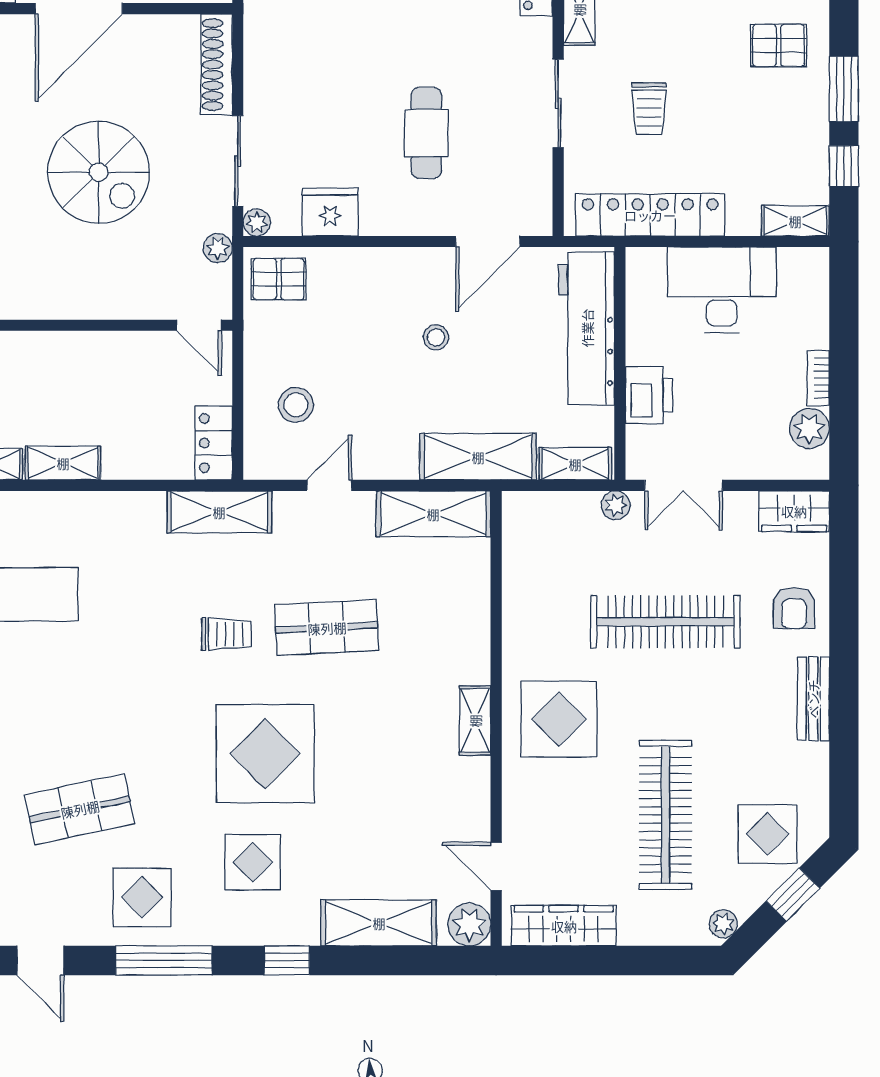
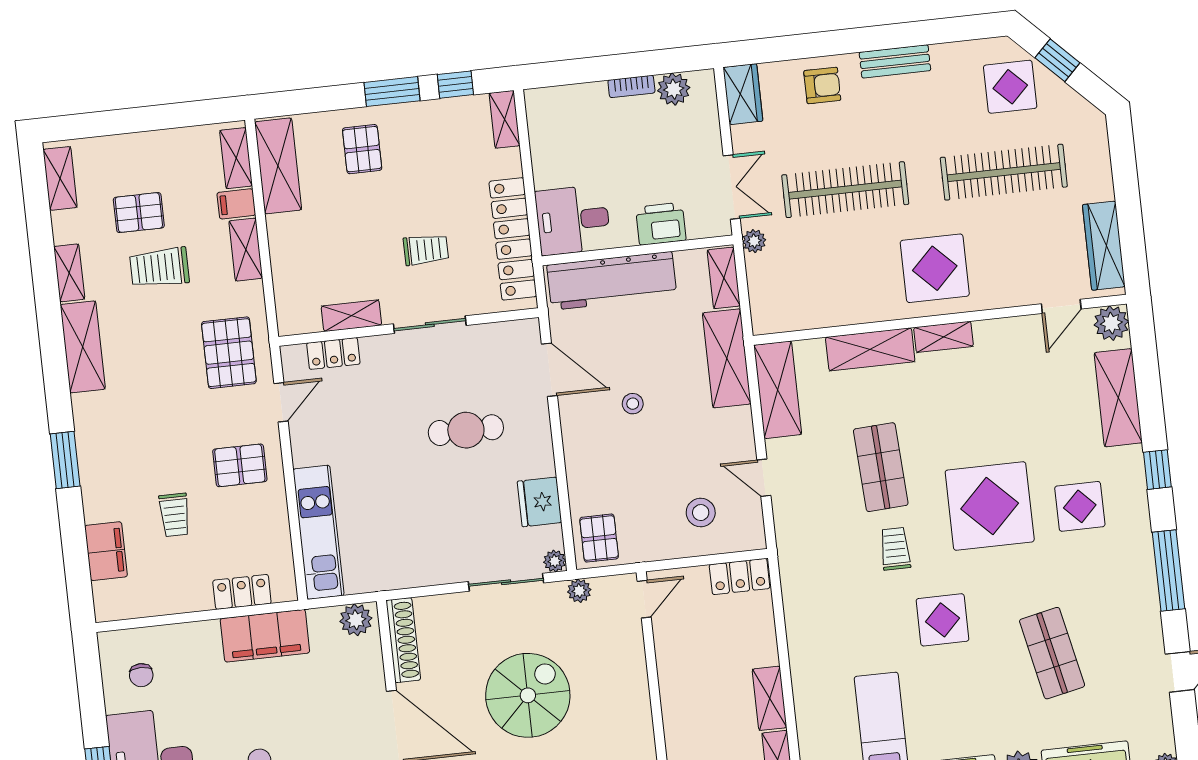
shoe rack: (217, 65) -> (403, 640), moved, turned -90
desk: (722, 290) -> (573, 220), moved, width x0.73
shelving: (219, 512) -> (870, 349), moved, turned 90
clothes rail: (665, 622) -> (845, 190), turned 90
display table: (142, 897) -> (943, 620), moved
plant: (723, 924) -> (1088, 115), removed

